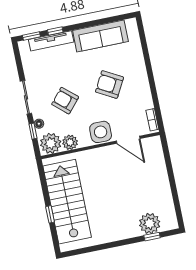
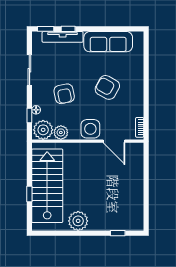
sliding door: (26, 97) -> (29, 70), moved
armchair: (65, 101) -> (64, 94), turned -142
plant: (150, 223) -> (78, 221), moved

